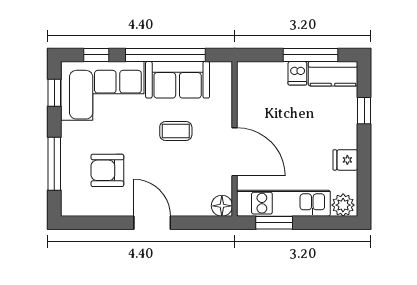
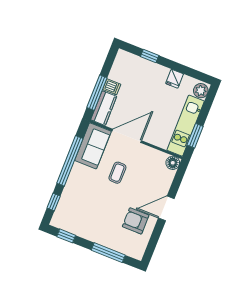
window: (311, 55) -> (97, 93), moved
kitchen counter: (333, 74) -> (104, 108), moved
sofa: (178, 80) -> (93, 146), moved
corner sofa: (103, 91) -> (76, 207), removed
door: (235, 152) -> (127, 136), moved
armchair: (107, 170) -> (136, 221), moved, turned 90

